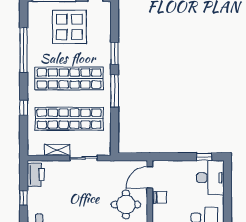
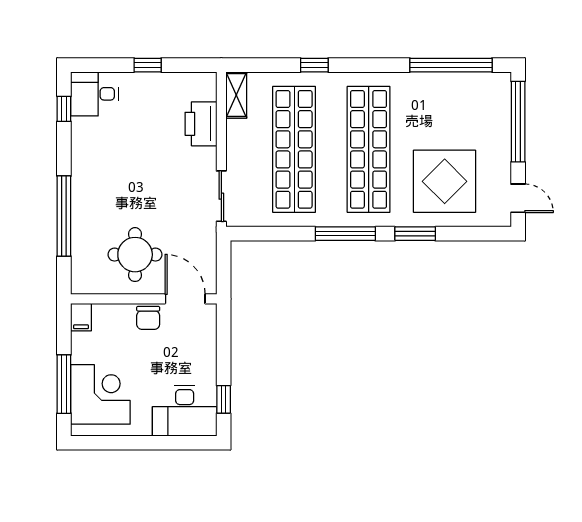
display table: (69, 27) -> (445, 181), moved
window: (24, 50) -> (451, 65), moved
shelving: (57, 150) -> (236, 95), moved
sliding door: (84, 158) -> (221, 196), moved
printer: (36, 175) -> (201, 124), moved, turned 90

